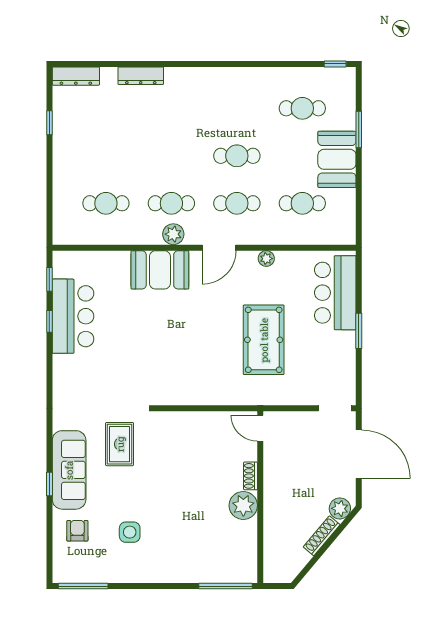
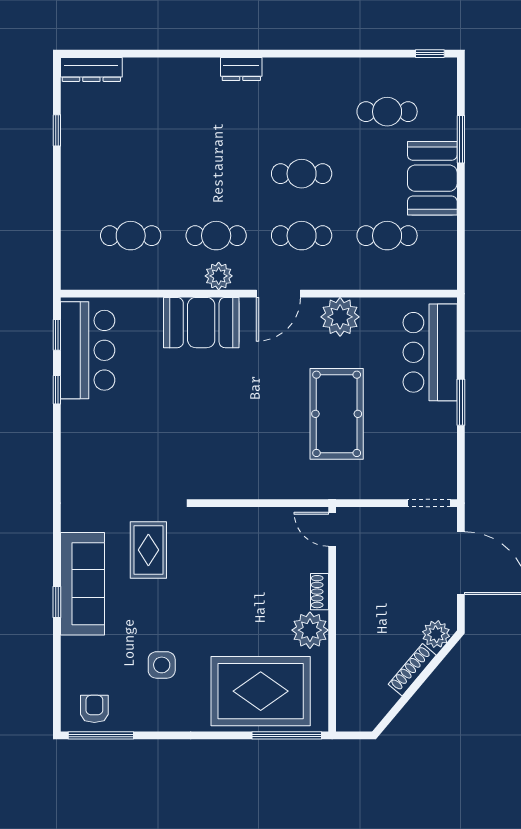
dresser: (141, 76) -> (241, 69), moved, width x0.70
plant: (266, 259) -> (340, 317), width x1.87, depth x1.87
bar counter: (73, 316) -> (88, 350), moved
armchair: (77, 531) -> (94, 709), moved
rug: (205, 552) -> (261, 691), added

